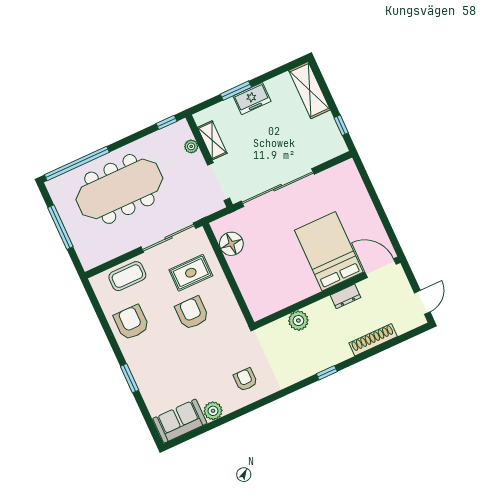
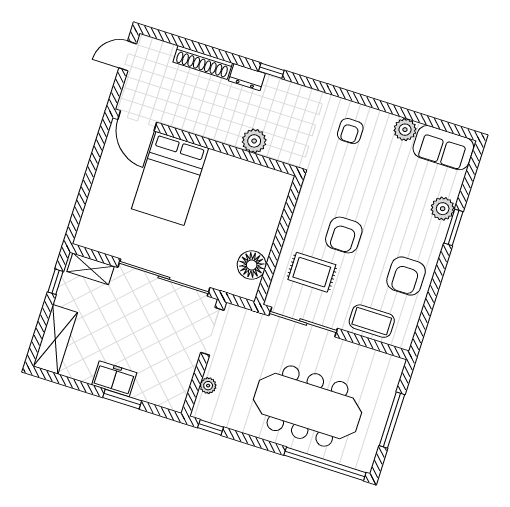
shelving: (212, 140) -> (91, 269), moved, turned 90
dresser: (346, 296) -> (247, 77), moved, turned 180
plant: (146, 384) -> (443, 209), added

